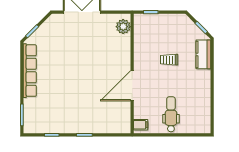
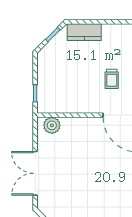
trolley: (169, 60) -> (112, 79), moved

